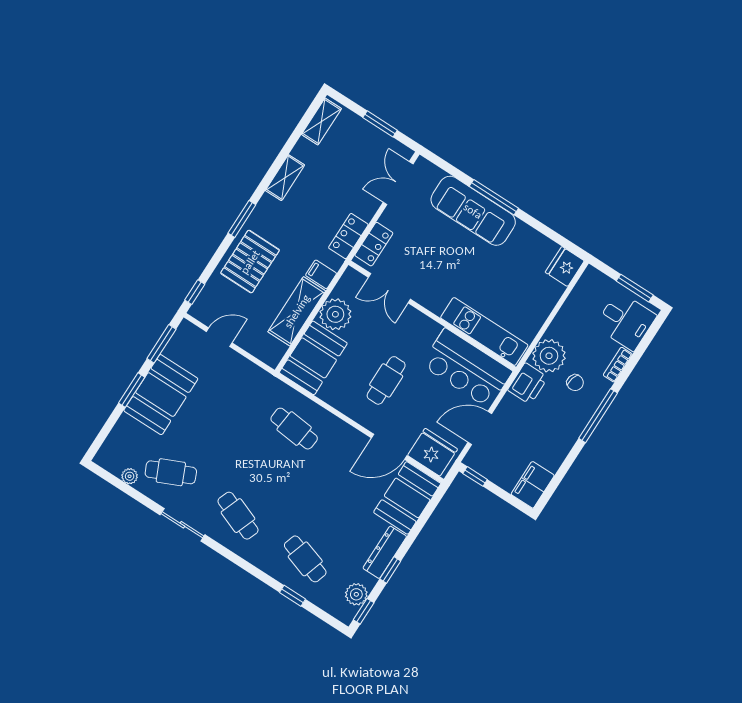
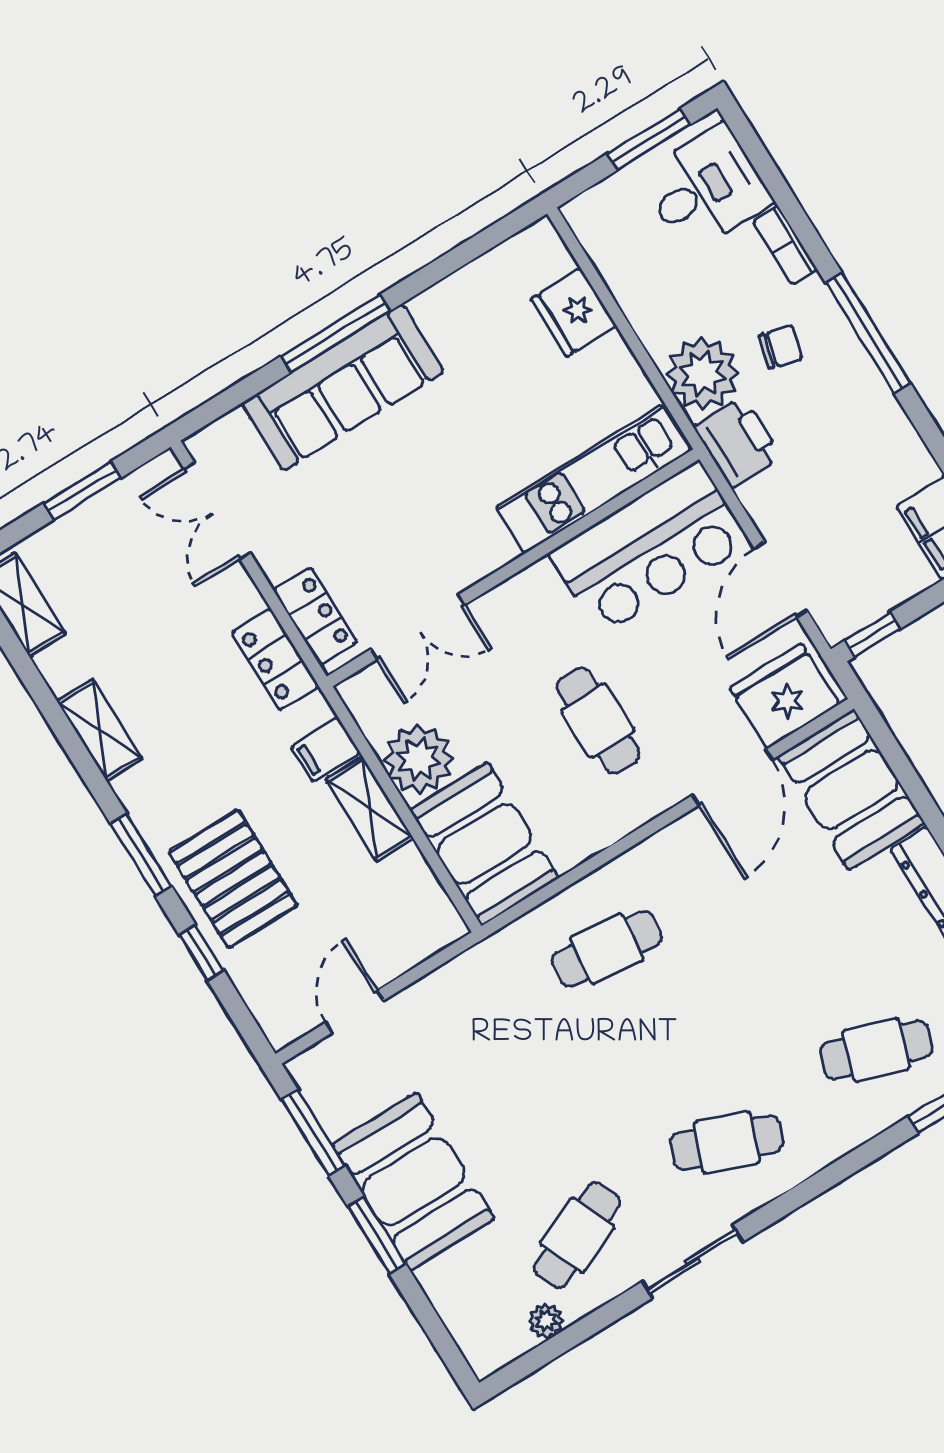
fridge: (565, 267) -> (574, 312), moved
window: (195, 292) -> (202, 953), moved
shelving: (297, 311) -> (370, 809), width x0.67, depth x0.75

